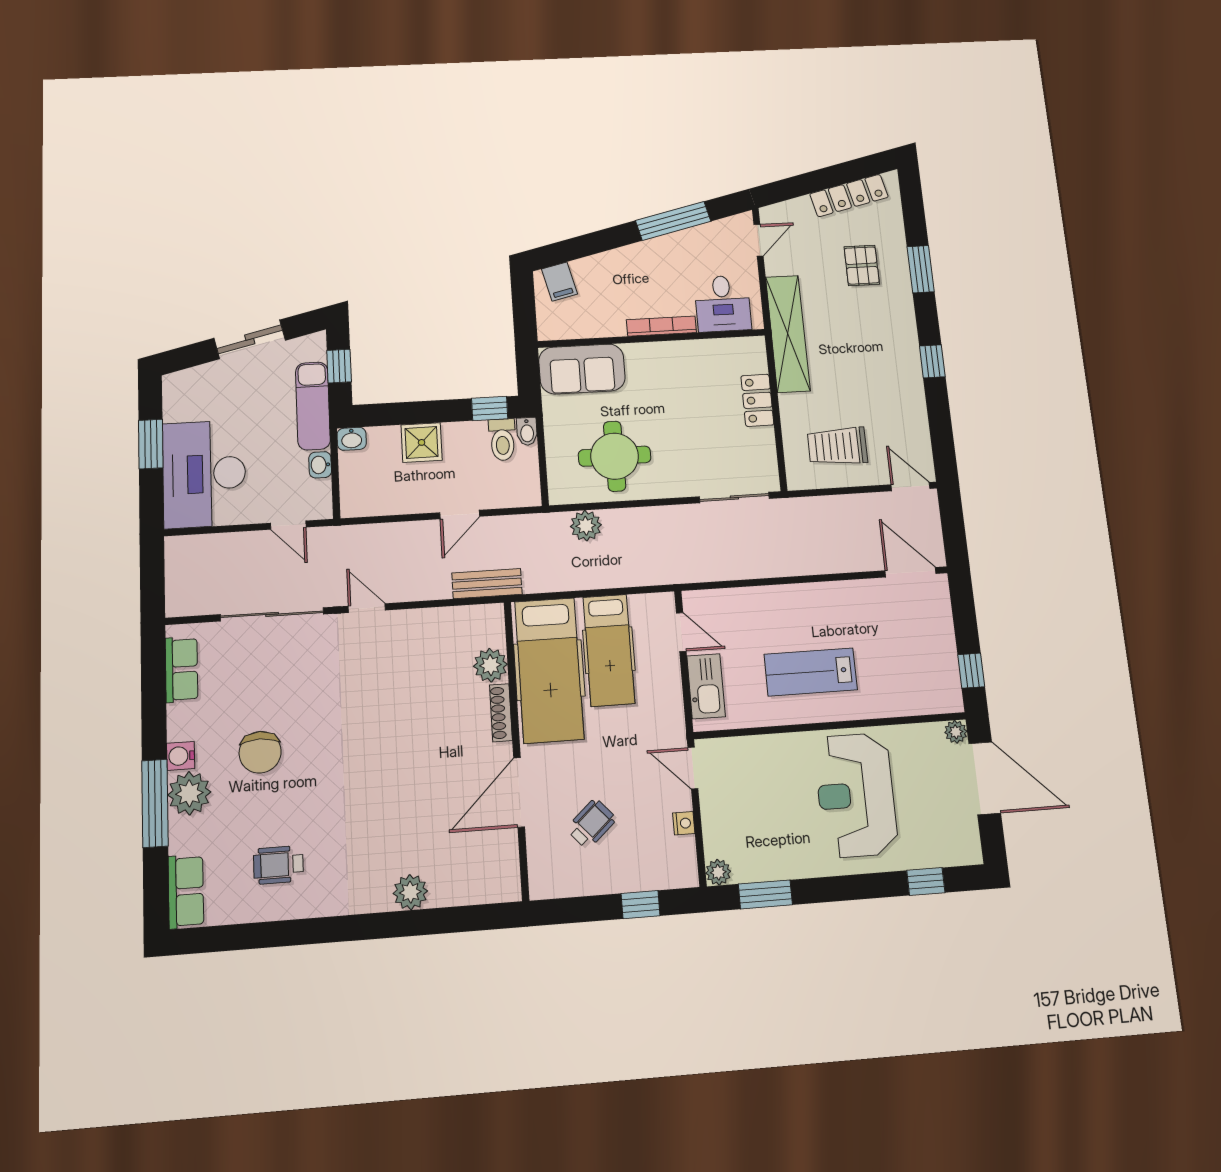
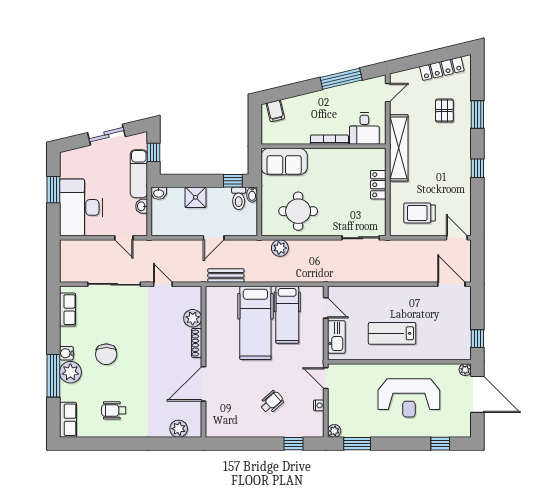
plant: (490, 665) -> (193, 318), moved
shoe rack: (501, 713) -> (197, 343), moved
wall: (516, 749) -> (203, 362), moved
door: (519, 792) -> (203, 384), moved
reception desk: (856, 795) -> (409, 398), turned -90

